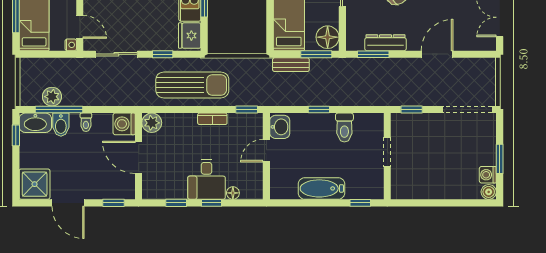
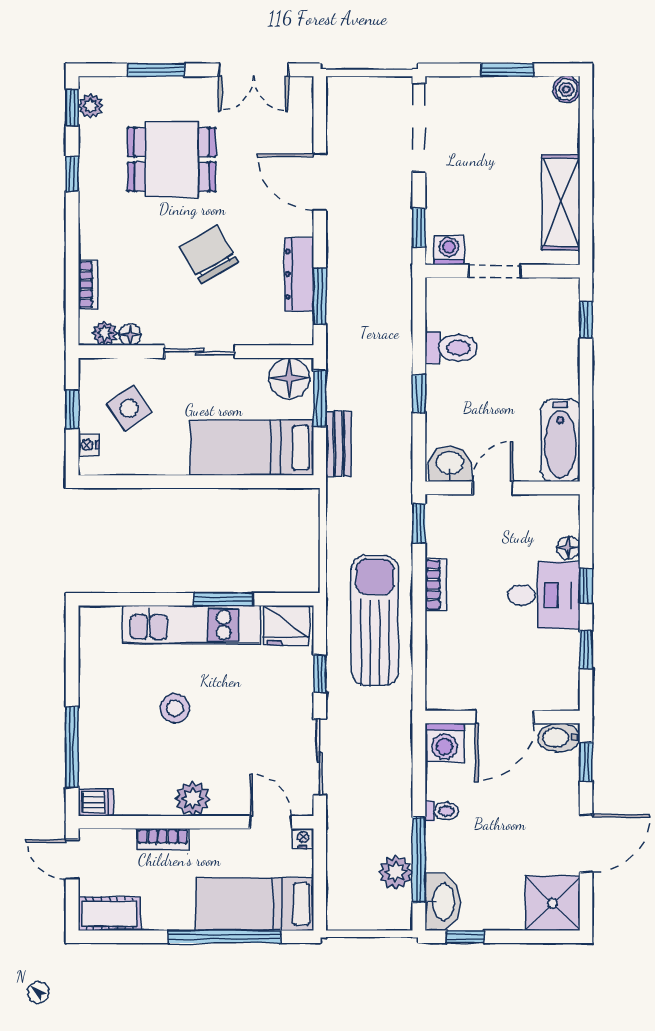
door: (80, 27) -> (271, 822), hinge flipped
plant: (152, 123) -> (443, 693), removed
bidet: (61, 125) -> (559, 738), moved, turned 180
door: (266, 151) -> (493, 488), swing flipped
washing machine: (488, 175) -> (449, 250), moved, turned 180
bathtub: (322, 188) -> (560, 440), moved
shelving: (426, 189) -> (561, 202), added

